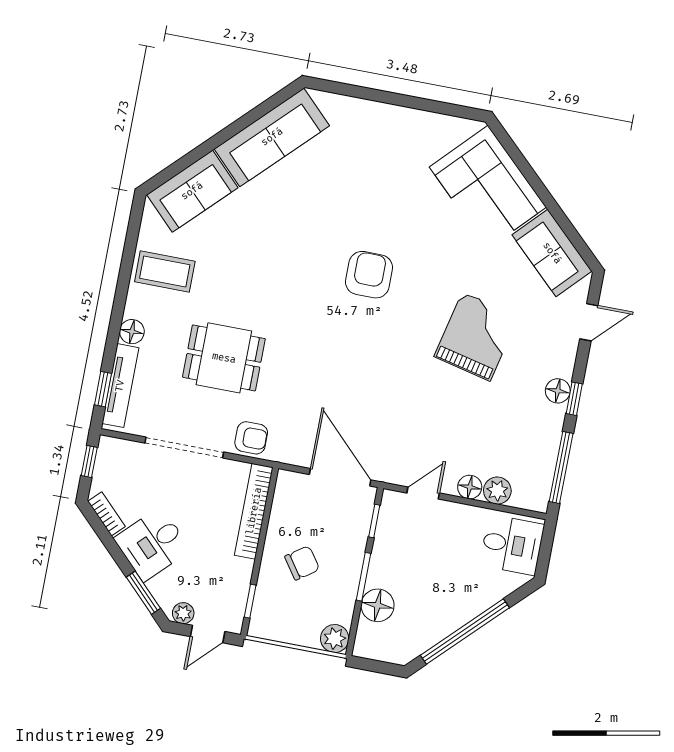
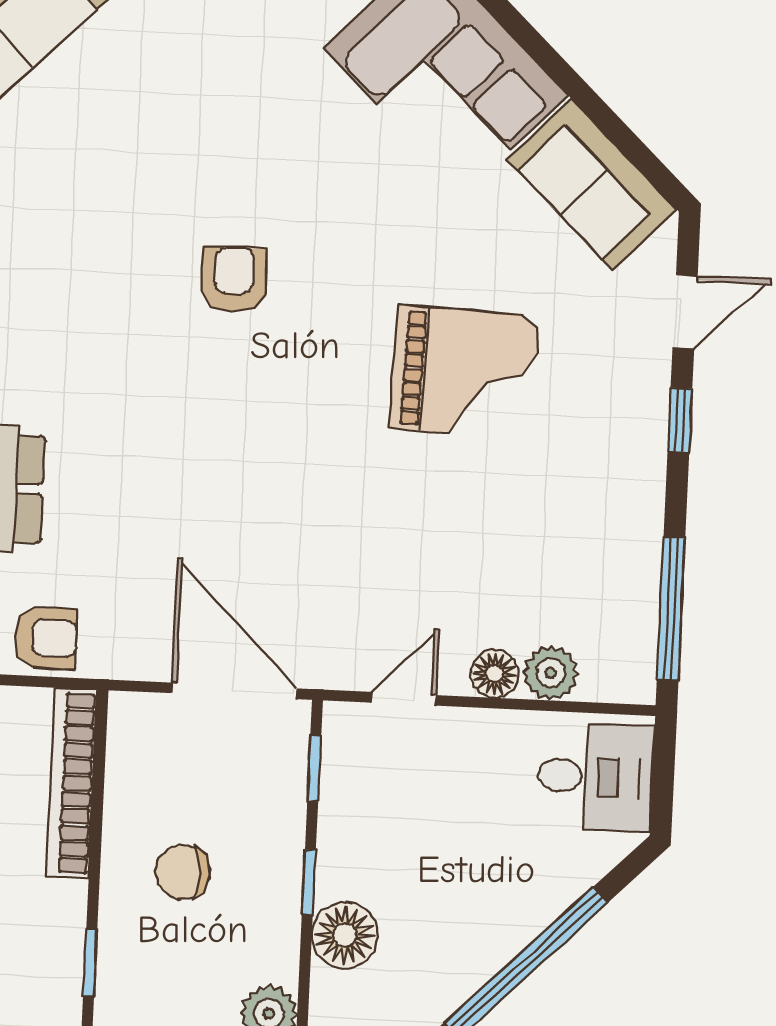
armchair: (369, 275) -> (234, 279), width x0.72, depth x0.72
grand piano: (476, 336) -> (465, 372), turned 79
floor lamp: (558, 391) -> (643, 457), removed
window: (574, 399) -> (680, 420), moved
chair: (302, 563) -> (183, 872), turned -145
window: (364, 577) -> (309, 882), width x0.67

